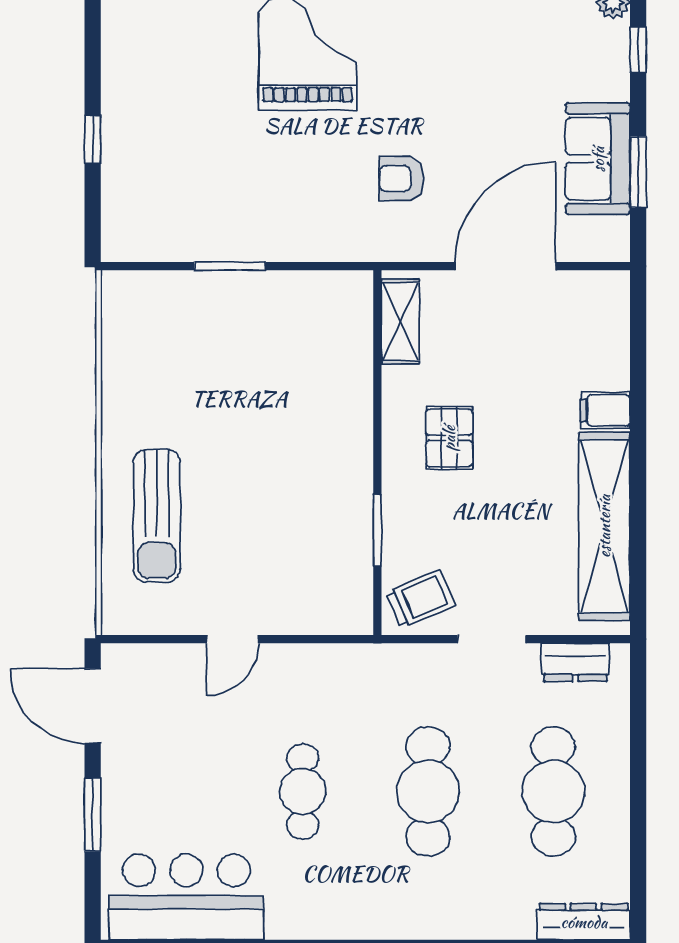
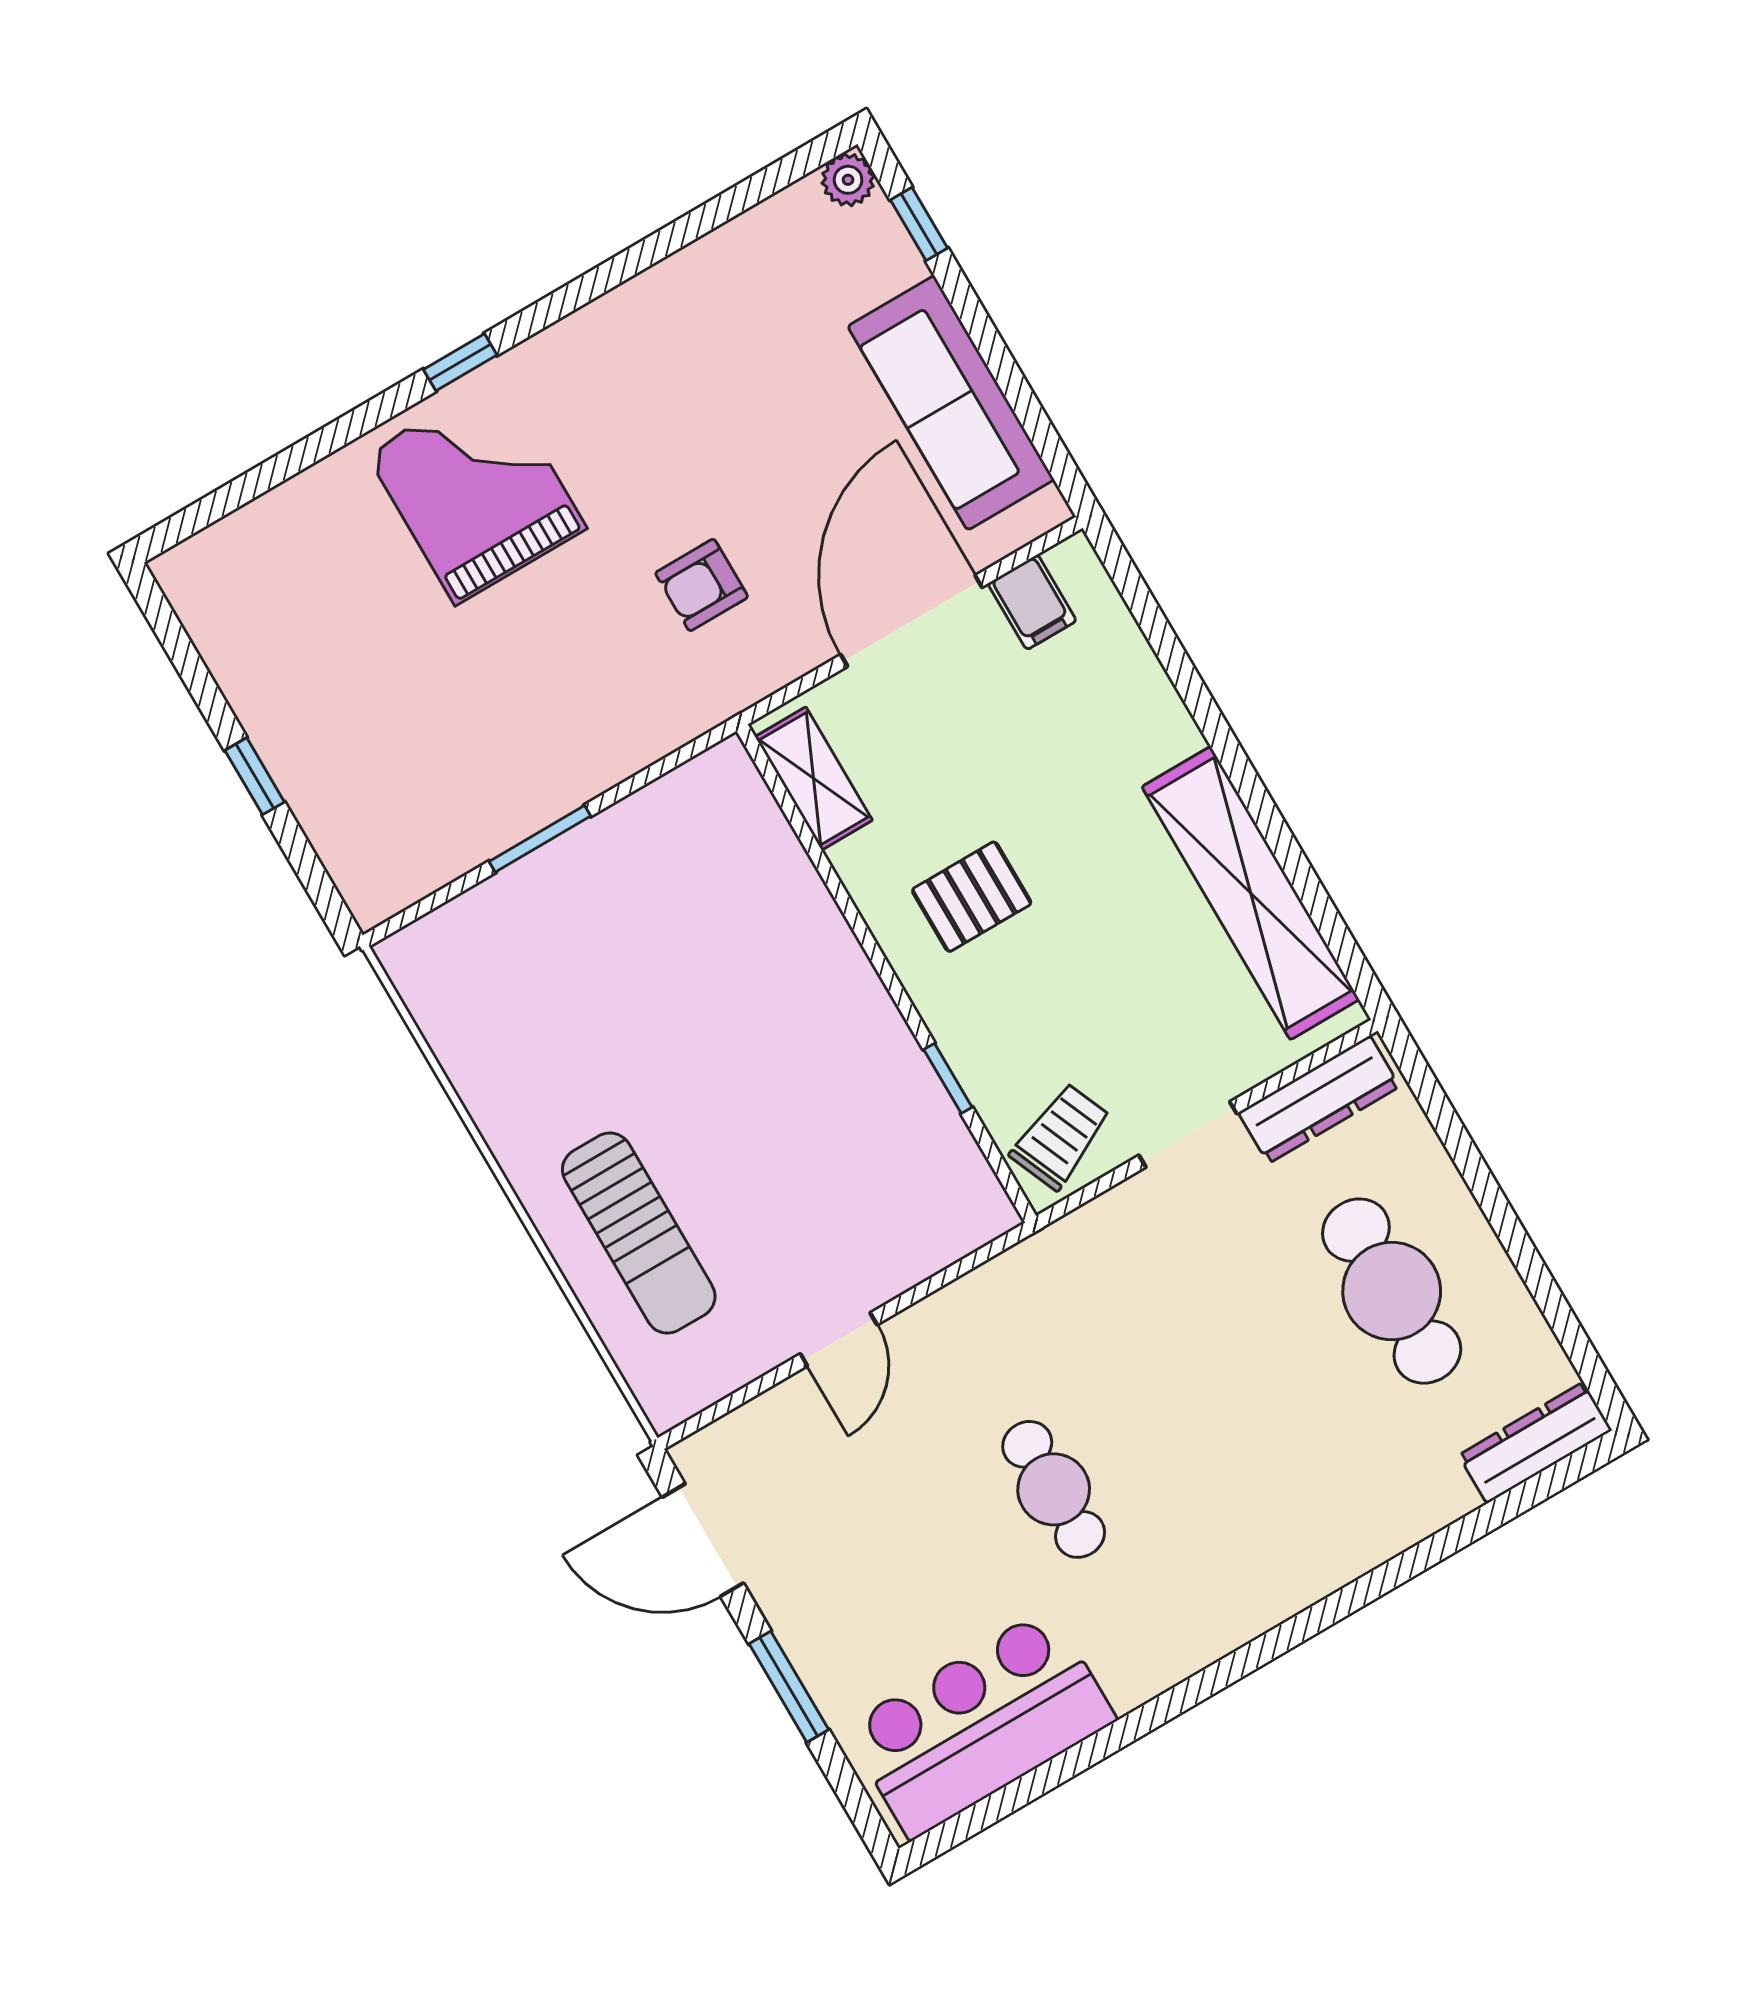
sofa: (598, 159) -> (951, 403), width x1.36
window: (638, 172) -> (1016, 389), removed
filing cabinet: (605, 410) -> (1032, 602), moved, turned -90
pallet: (449, 438) -> (972, 897), turned 90
window: (377, 530) -> (948, 1078), width x0.67
dresser: (575, 662) -> (1319, 1100), width x1.44
cafe table: (428, 791) -> (1223, 1390), removed

